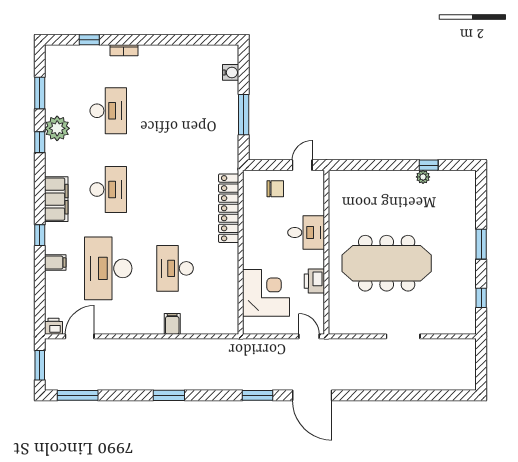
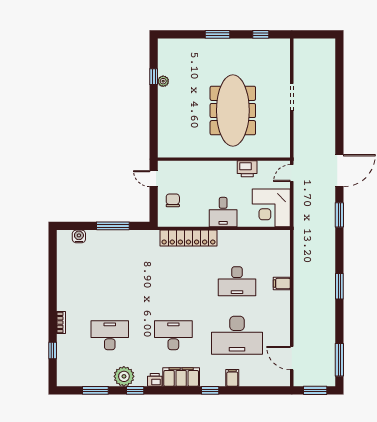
desk: (306, 233) -> (223, 212), moved, turned 180
corner desk: (266, 293) -> (271, 208), moved, turned -90
printer: (54, 326) -> (155, 380), moved, turned 90

